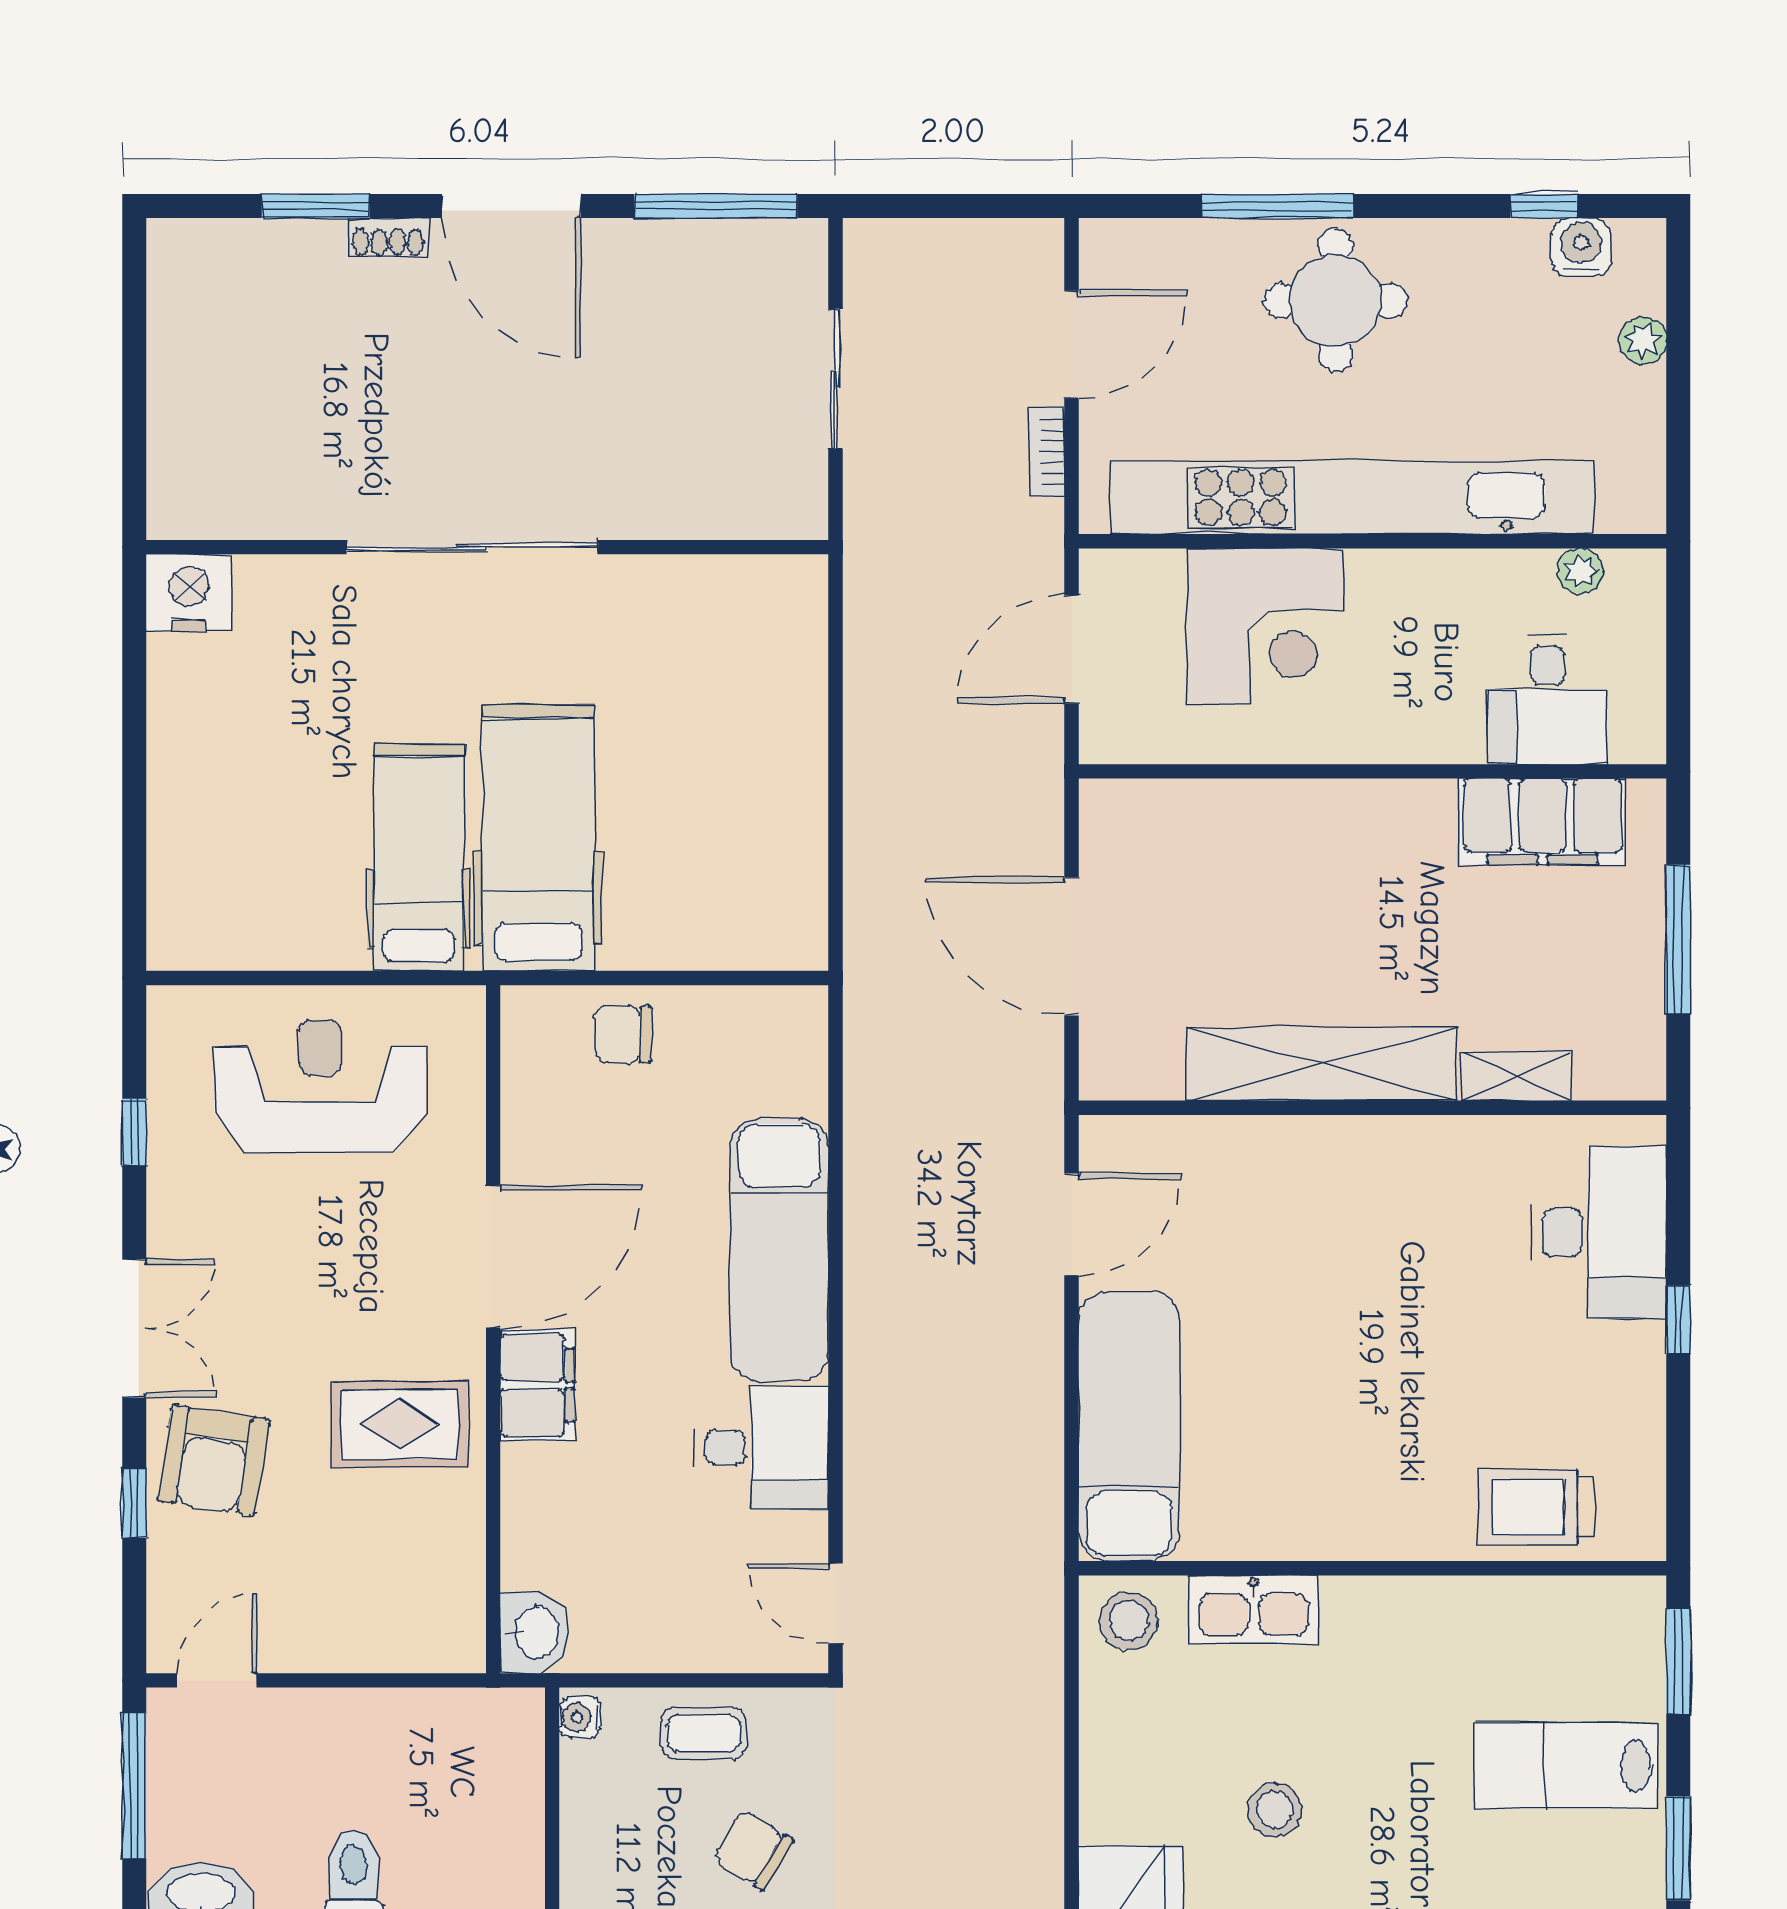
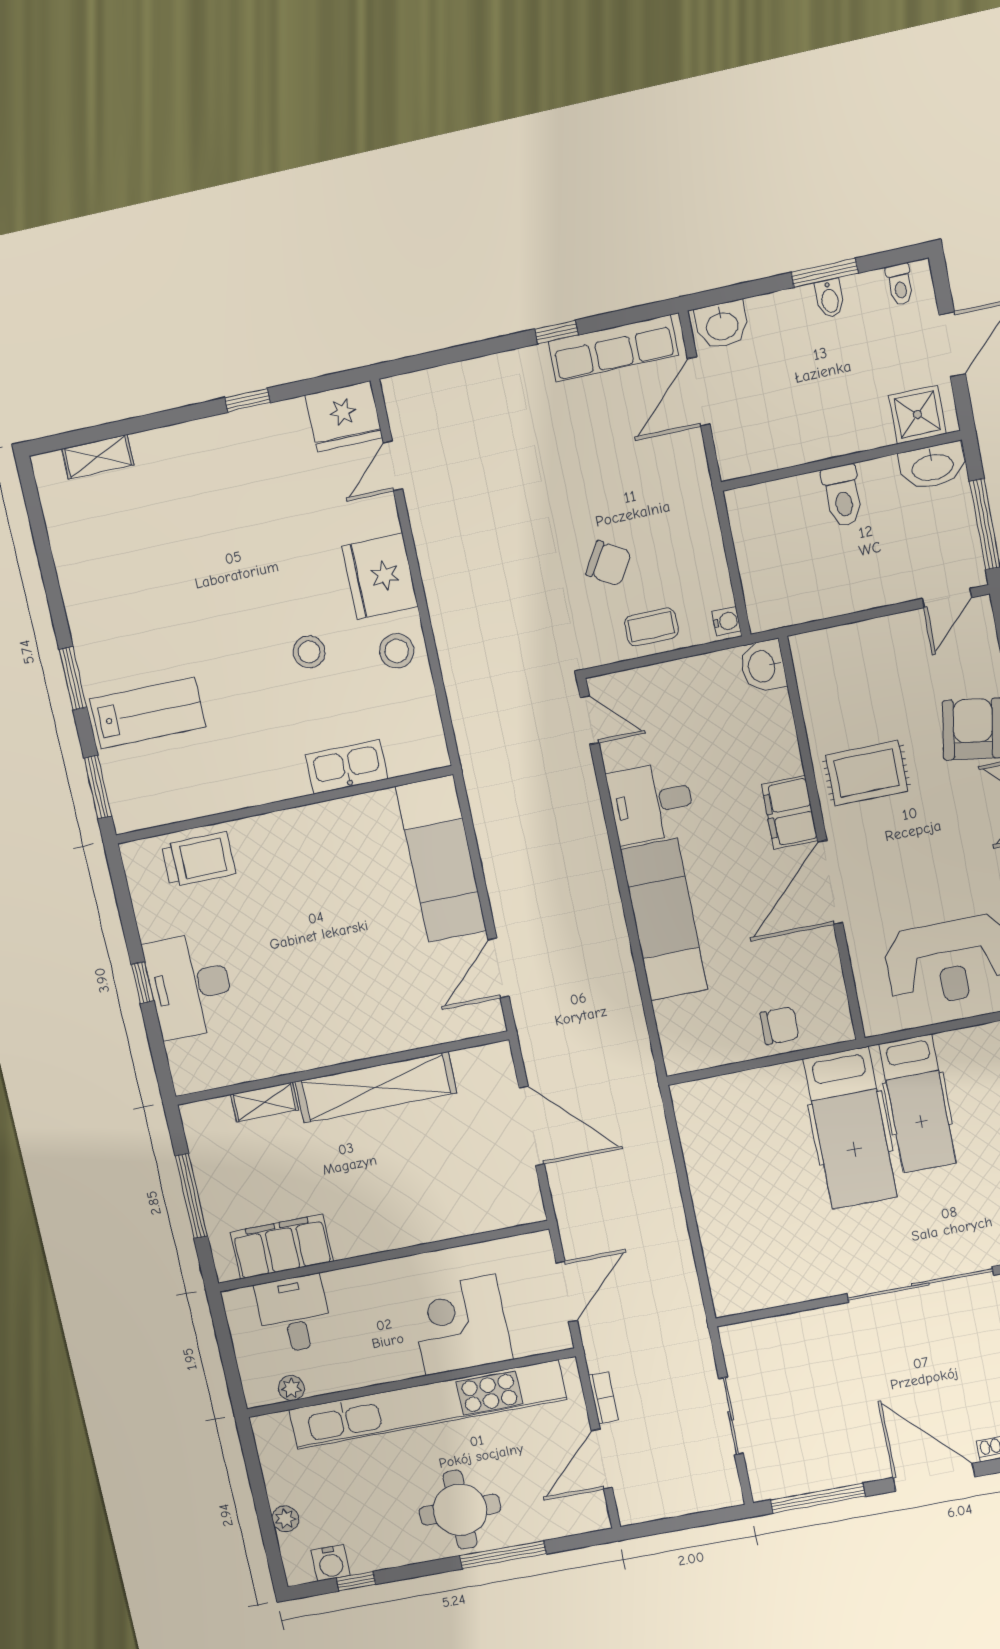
desk: (1599, 1232) -> (190, 985), moved
stool: (1129, 1621) -> (397, 651), moved

